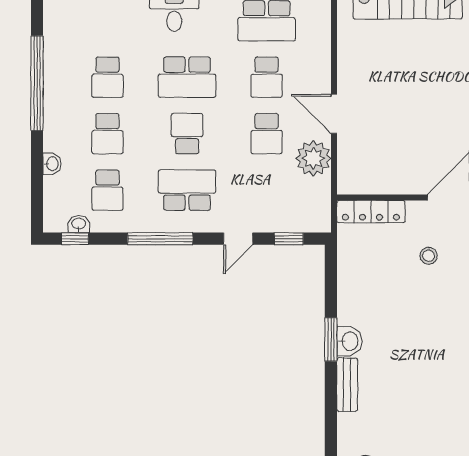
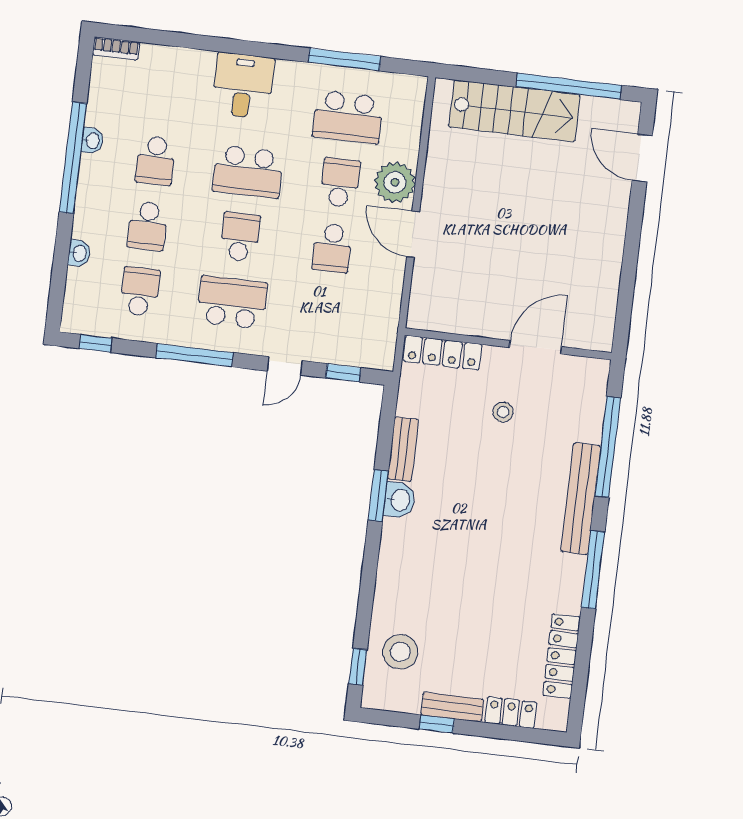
school desk: (267, 77) -> (340, 182), turned 180
plant: (313, 158) -> (395, 182), moved
school desk: (107, 190) -> (140, 291), turned 180
washbasin: (79, 224) -> (92, 141), moved, turned 90
bench: (347, 385) -> (403, 449), moved

